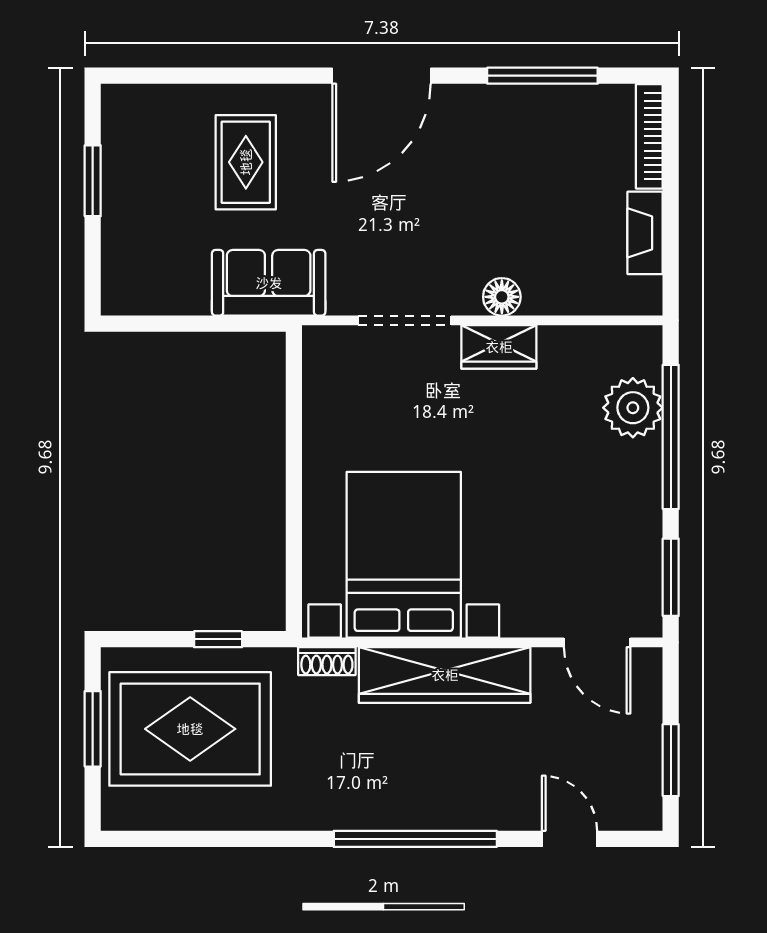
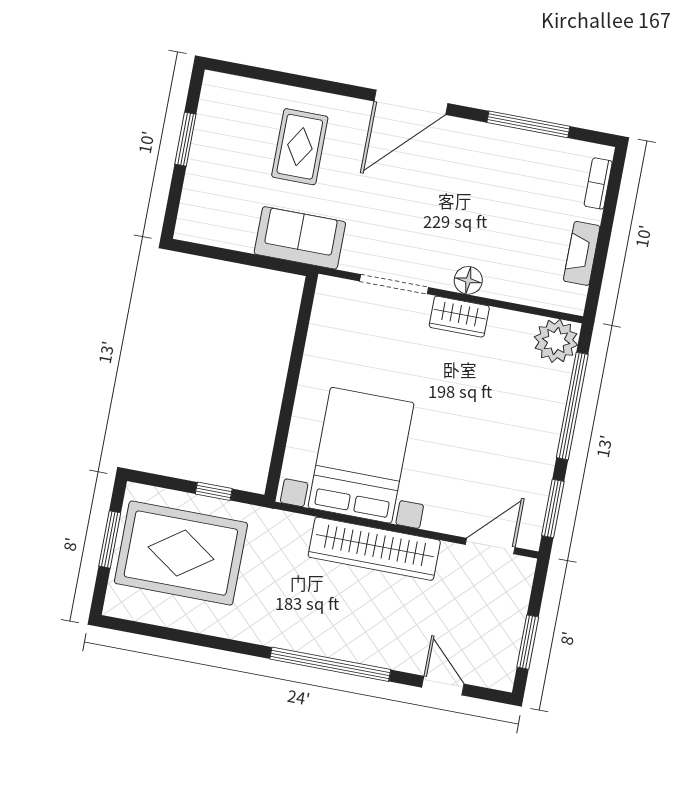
bookcase: (649, 136) -> (598, 183), width x0.64
plant: (633, 408) -> (556, 341), moved
door: (597, 642) -> (490, 546), swing flipped
shoe rack: (327, 661) -> (290, 522), removed

